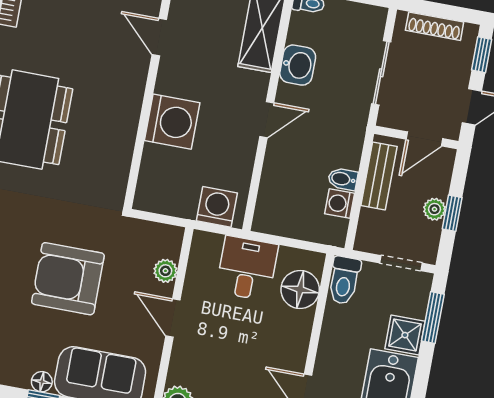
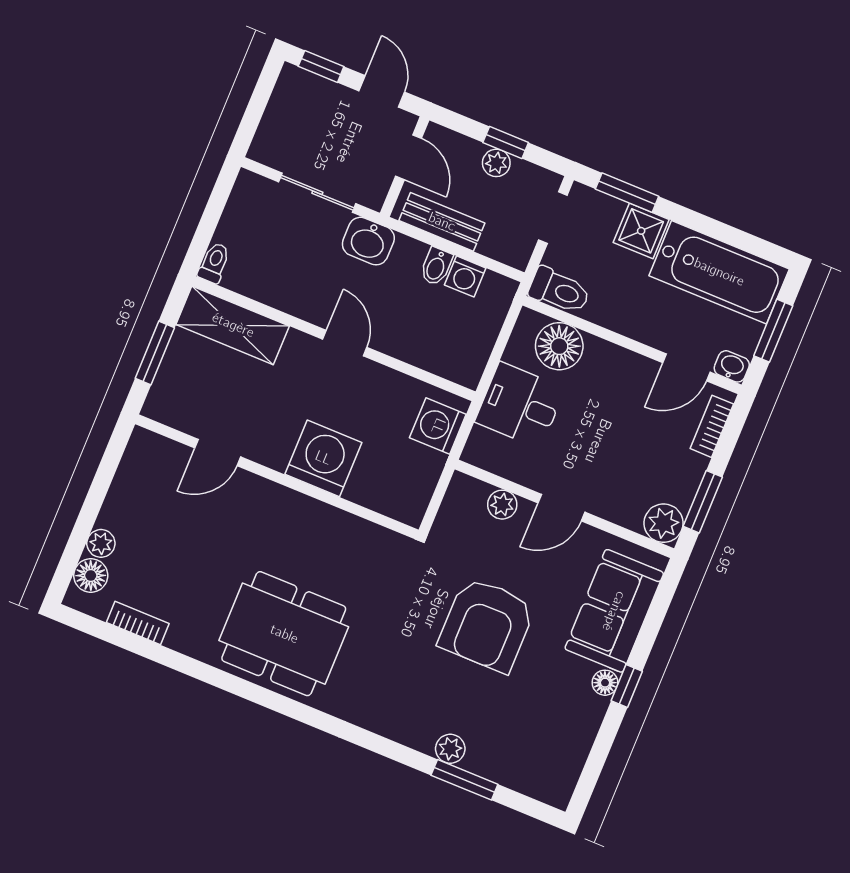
shoe rack: (435, 26) -> (275, 116), removed
washbasin: (298, 65) -> (368, 241), moved, turned 180

